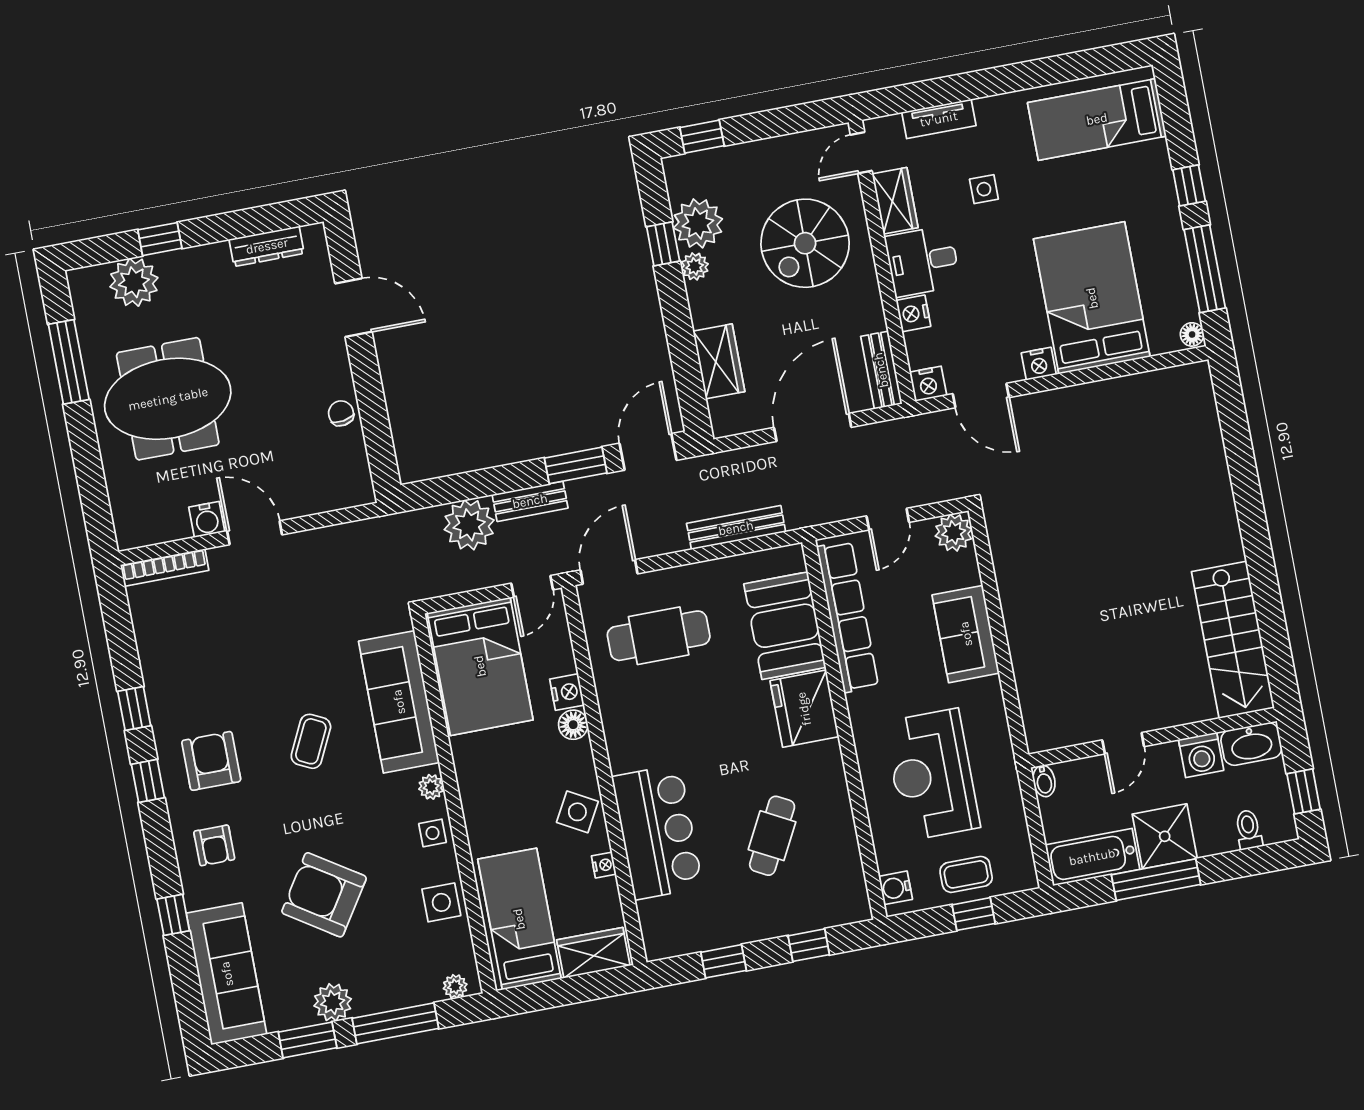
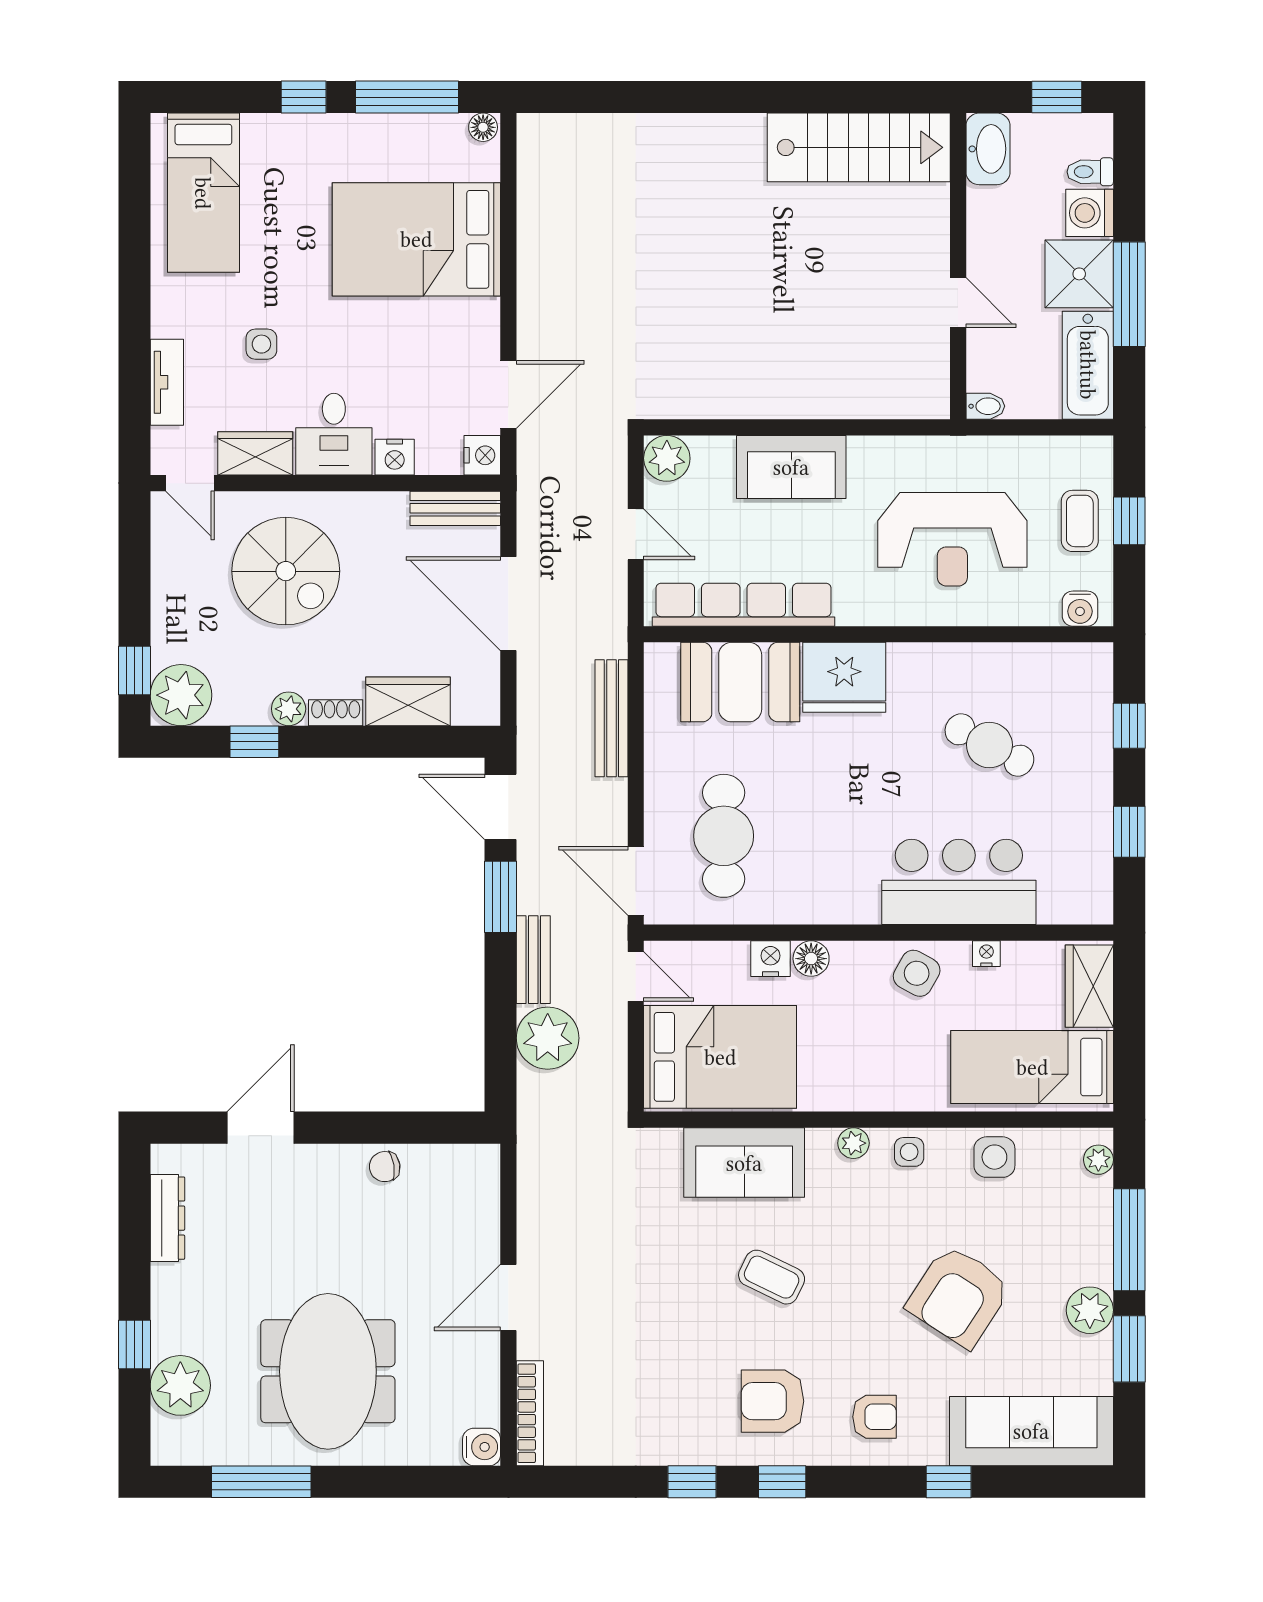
plant: (698, 223) -> (181, 695), moved
shoe rack: (699, 305) -> (336, 713), added
nightstand: (1039, 364) -> (483, 318), removed
water cooler: (207, 519) -> (482, 1447), moved
sofa: (399, 702) -> (744, 1163), width x0.73
washing machine: (1201, 755) -> (1090, 213), moved, turned 180

